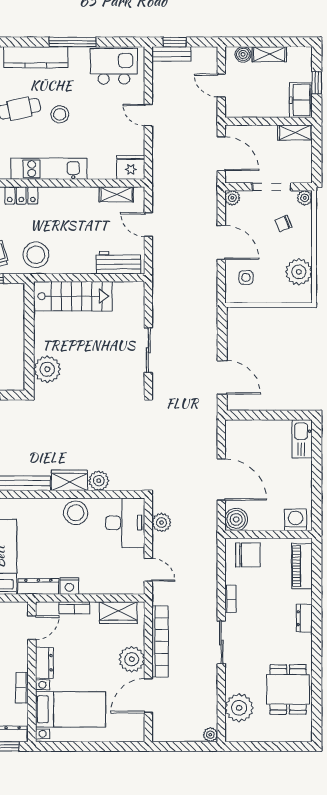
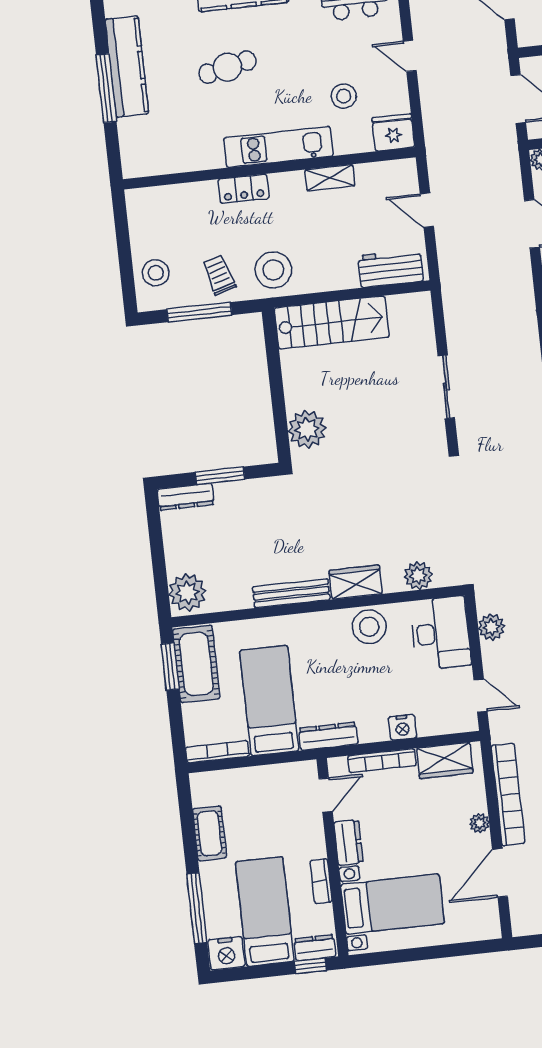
stool: (60, 114) -> (344, 96), moved
shelving: (116, 194) -> (330, 178), moved
plant: (99, 481) -> (418, 576), moved
nightstand: (69, 586) -> (402, 727), moved
bookcase: (74, 608) -> (382, 761), width x1.56
plant: (132, 659) -> (479, 823), width x0.53, depth x0.53

